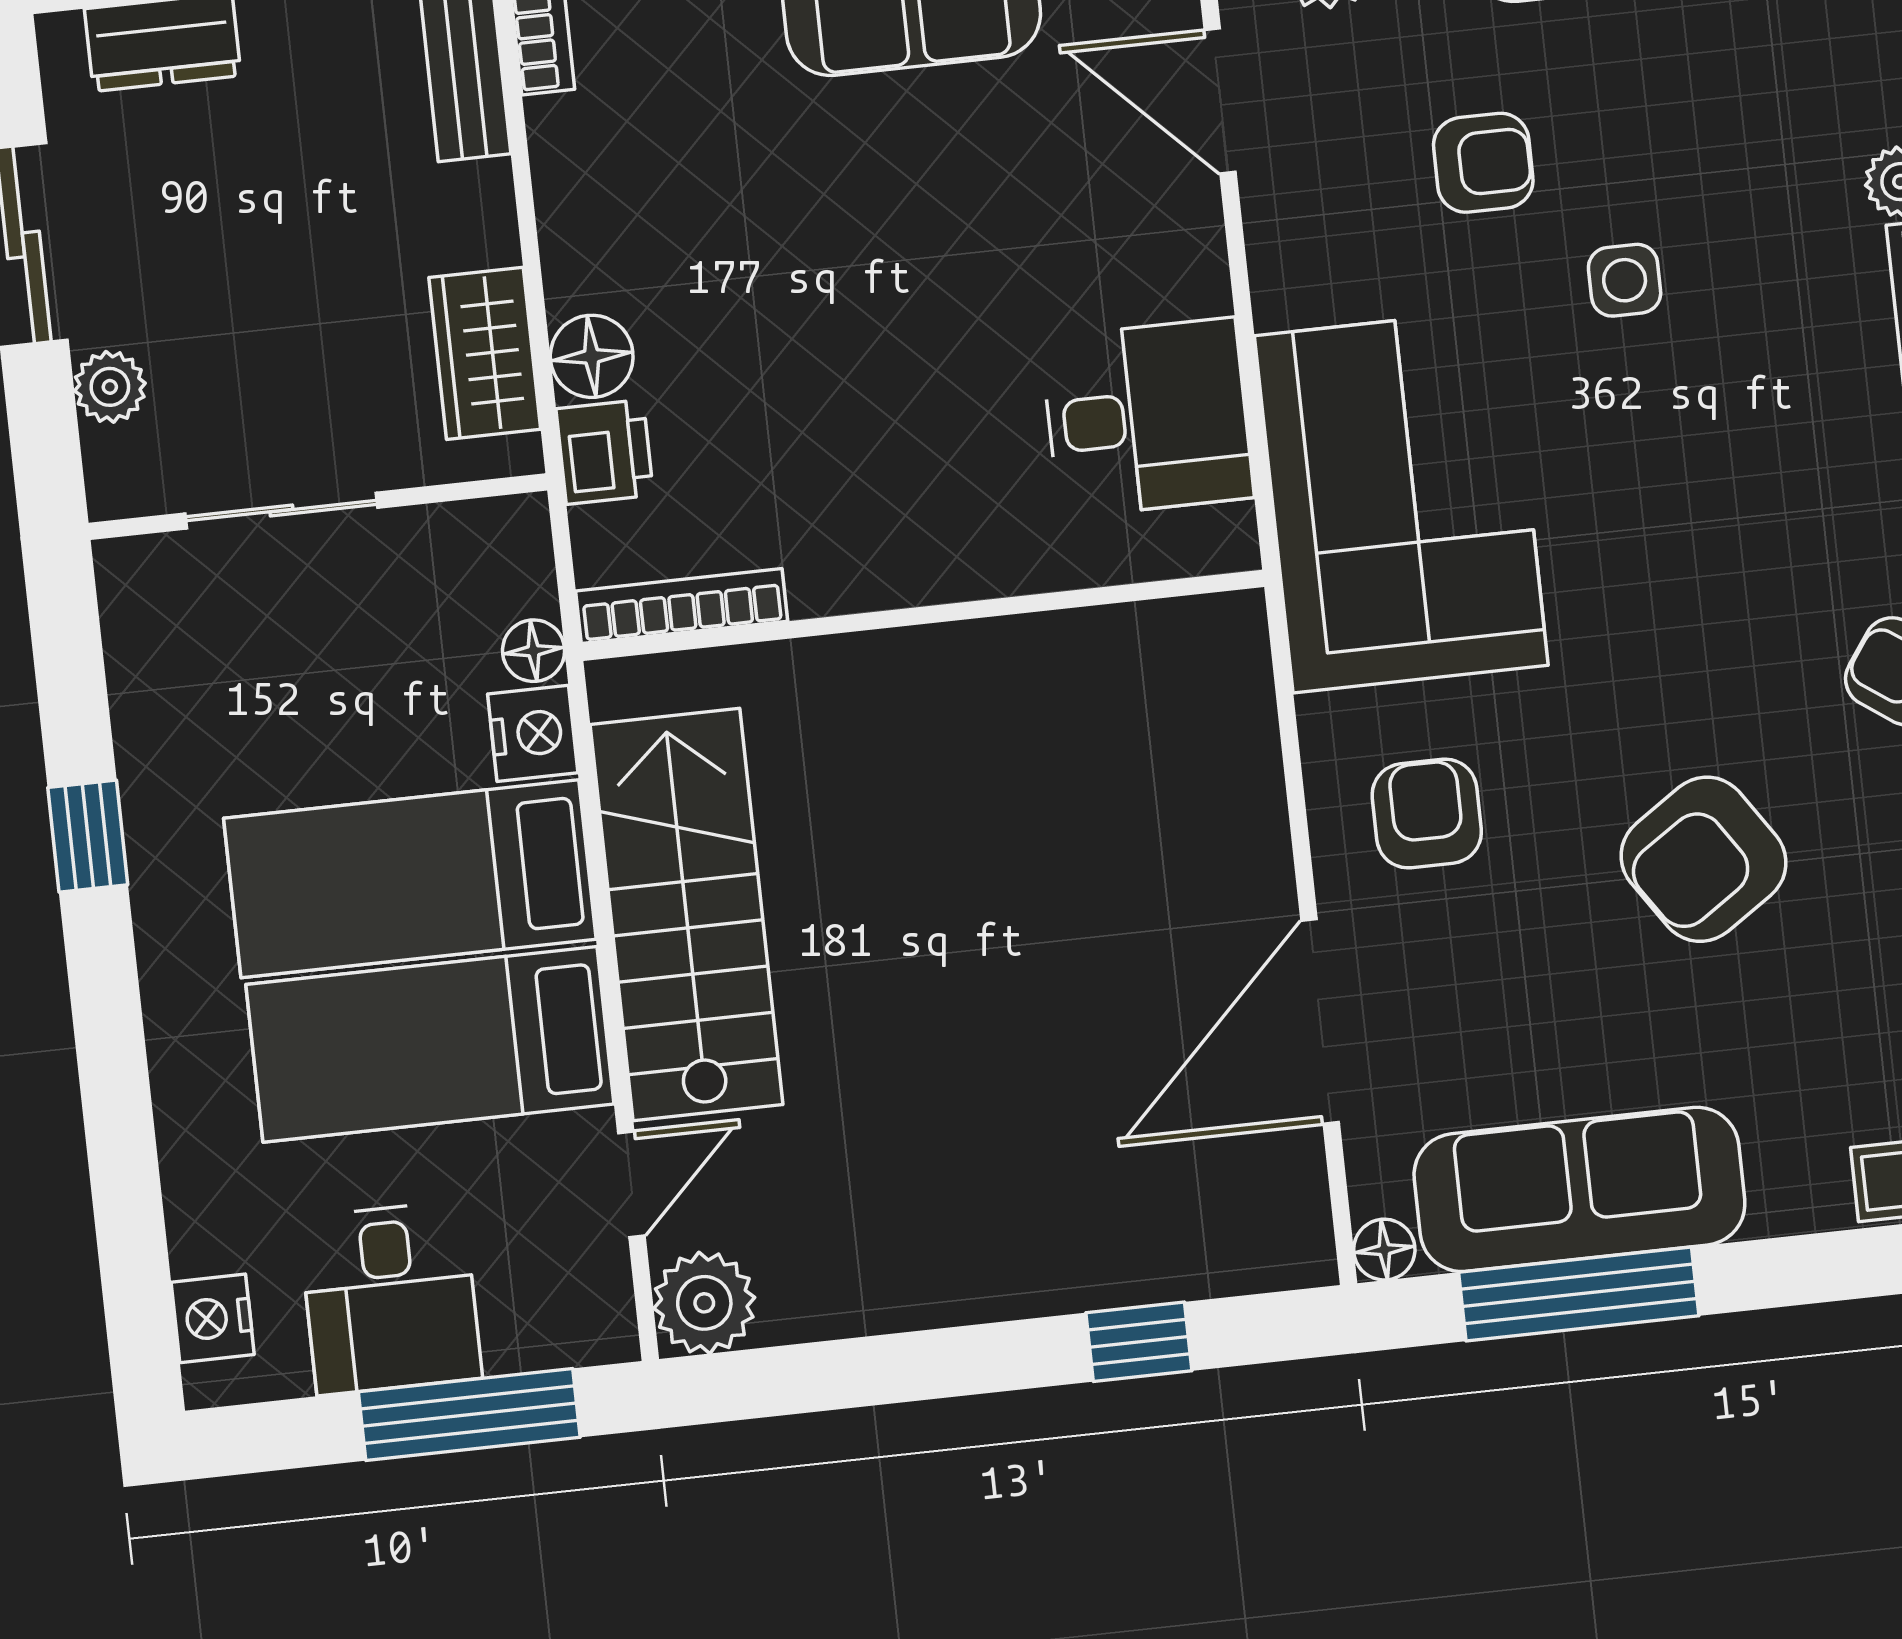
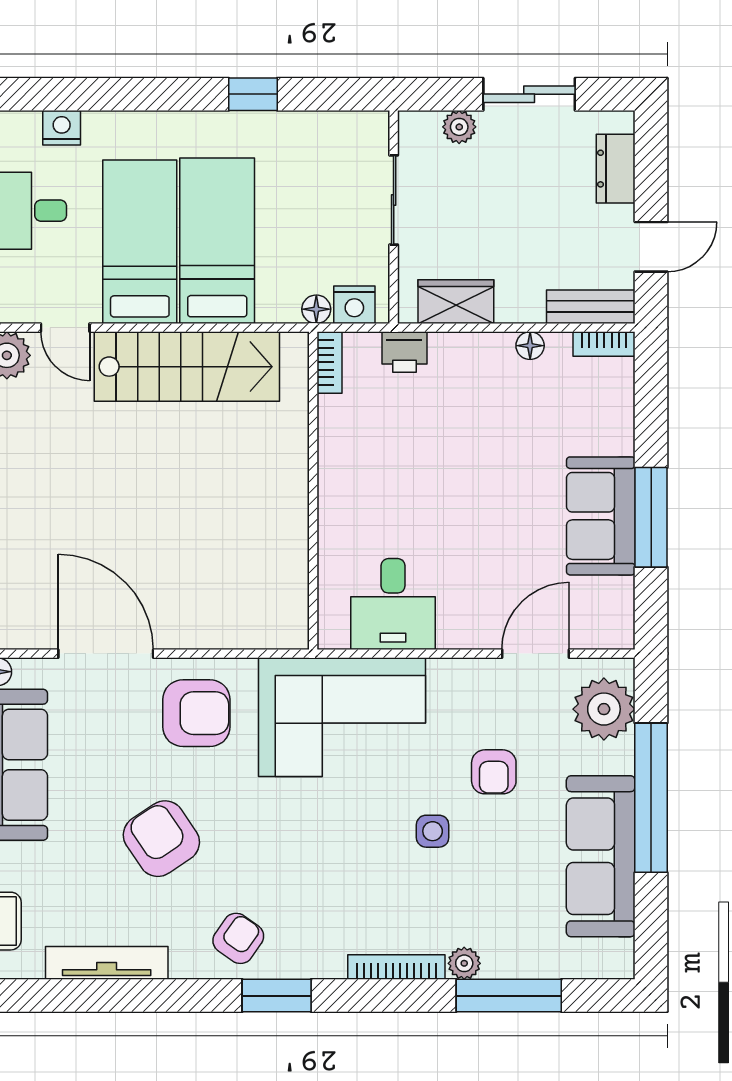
floor lamp: (592, 356) -> (530, 346), moved, width x0.73, depth x0.73
bookcase: (682, 606) -> (329, 362), width x0.64
nightstand: (533, 733) -> (354, 305), moved
armchair: (1427, 814) -> (196, 713), width x1.38, depth x1.38
nightstand: (213, 1318) -> (62, 128), moved

